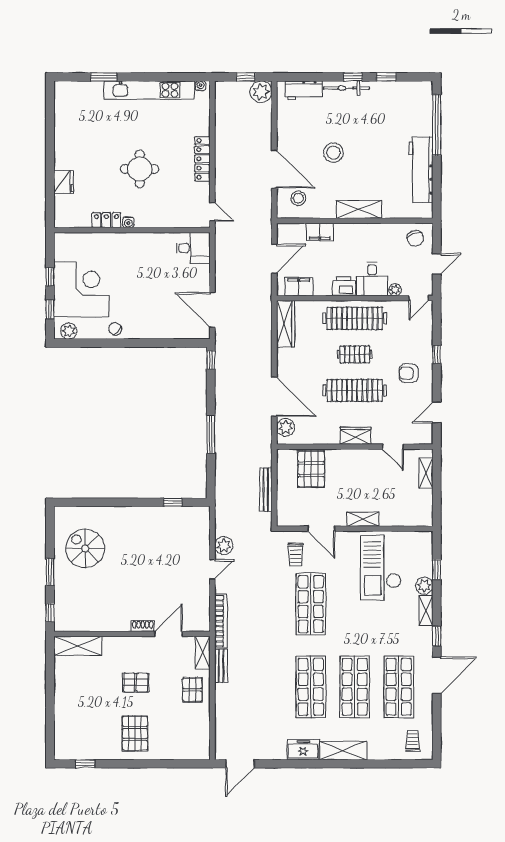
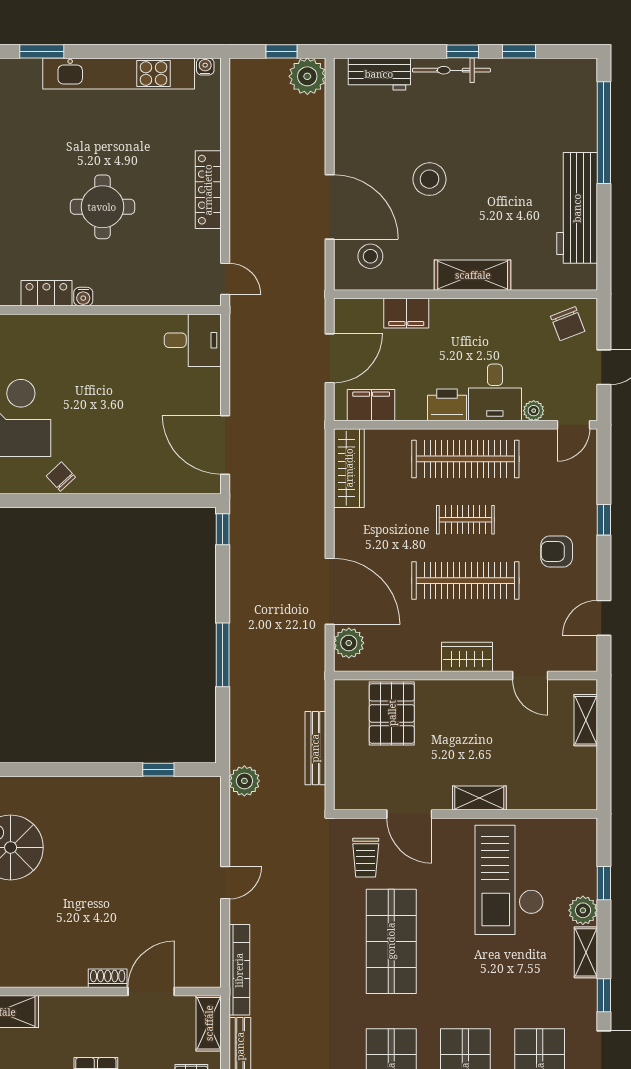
plant: (224, 546) -> (244, 781), moved

